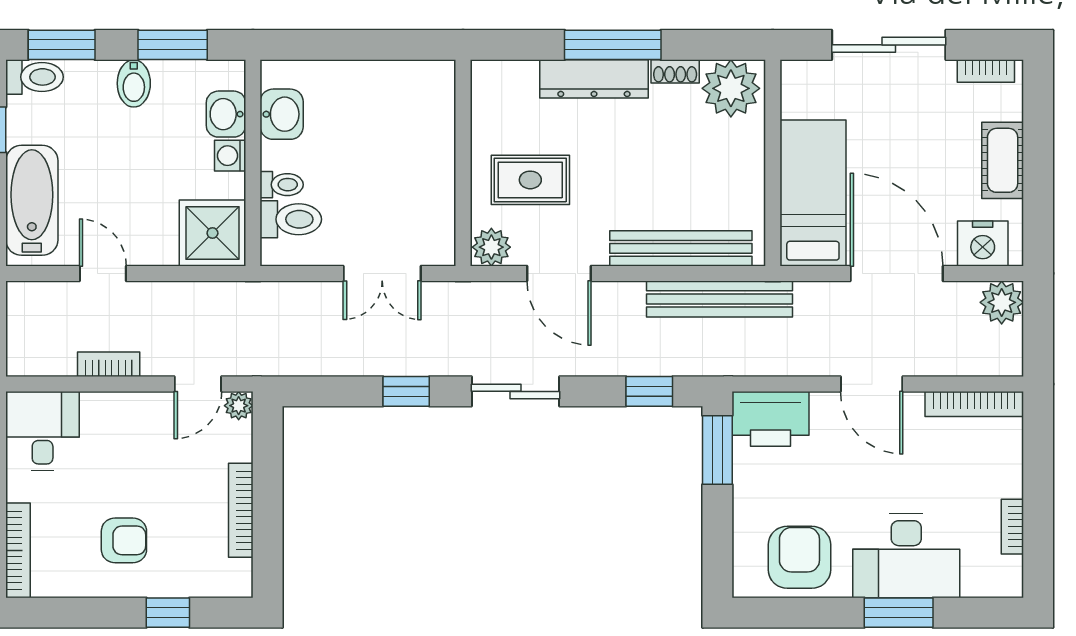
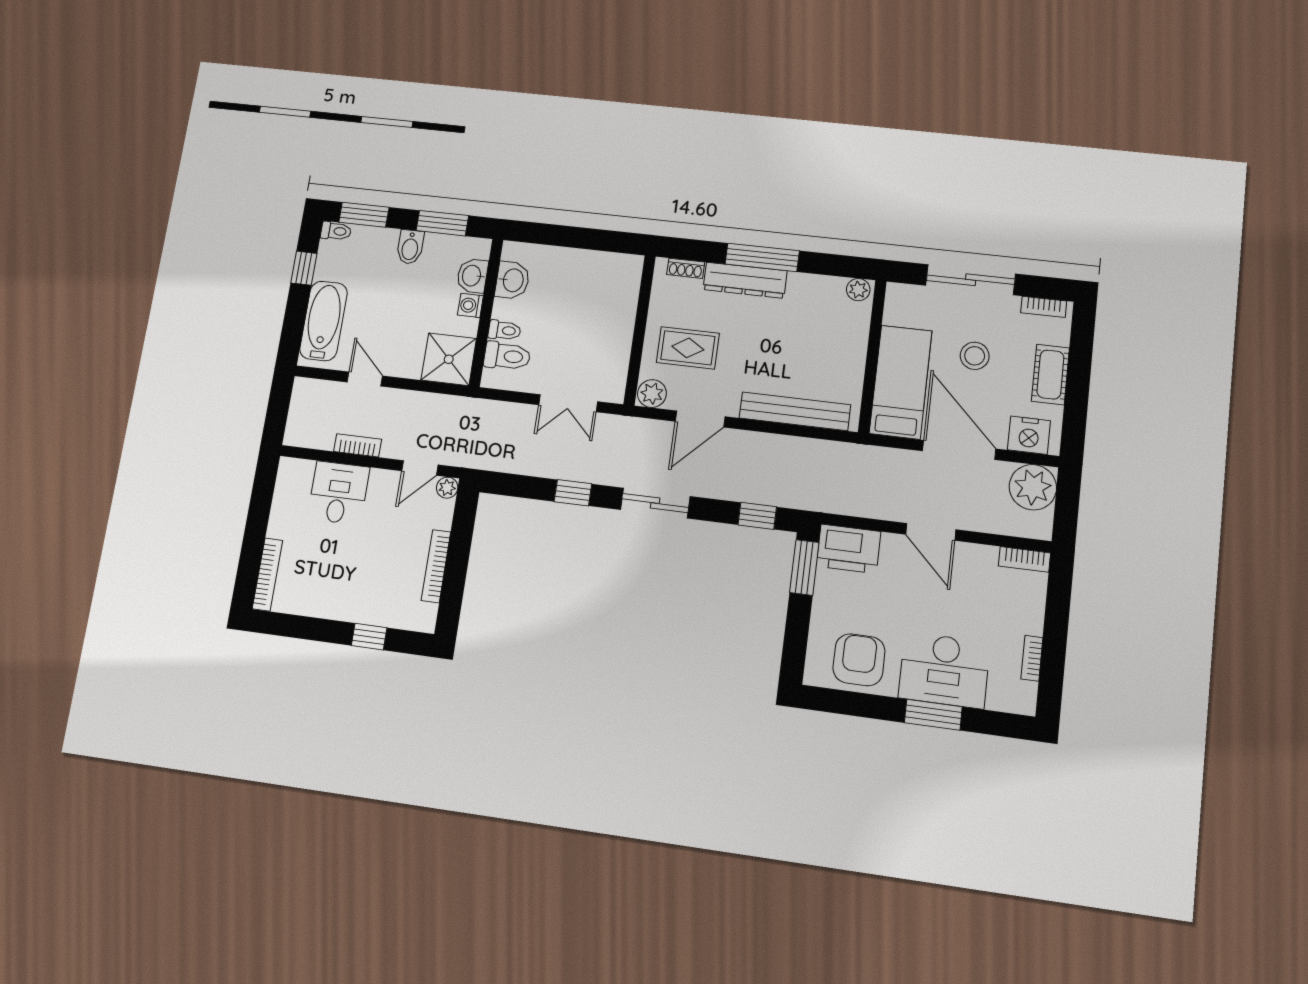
shoe rack: (675, 71) -> (686, 268), moved
toilet: (35, 77) -> (336, 231), width x0.73, depth x0.72
plant: (731, 88) -> (858, 290), width x0.53, depth x0.53
stool: (904, 147) -> (975, 356), added
door: (559, 273) -> (700, 419), hinge flipped
bench: (720, 299) -> (820, 453), removed
plant: (1002, 302) -> (1033, 487), width x1.36, depth x1.36
bookcase: (974, 404) -> (1024, 559), width x0.64
desk: (43, 431) -> (339, 493), moved
armchair: (124, 540) -> (346, 577), removed

